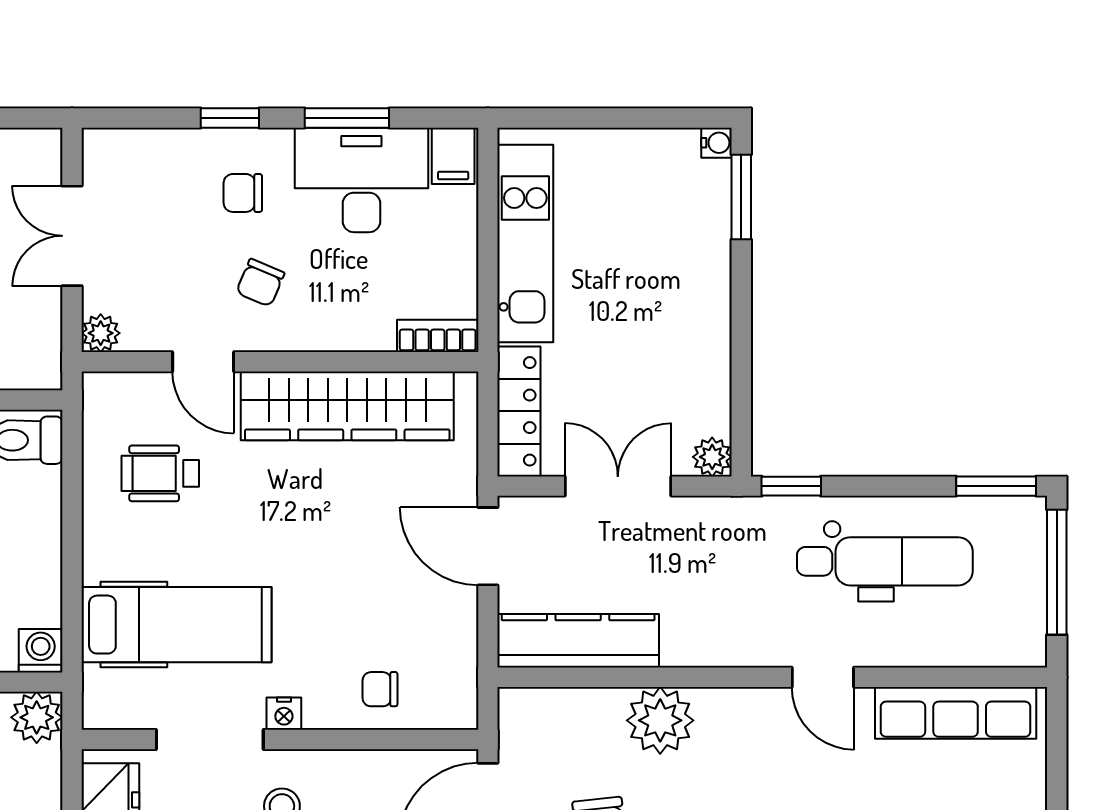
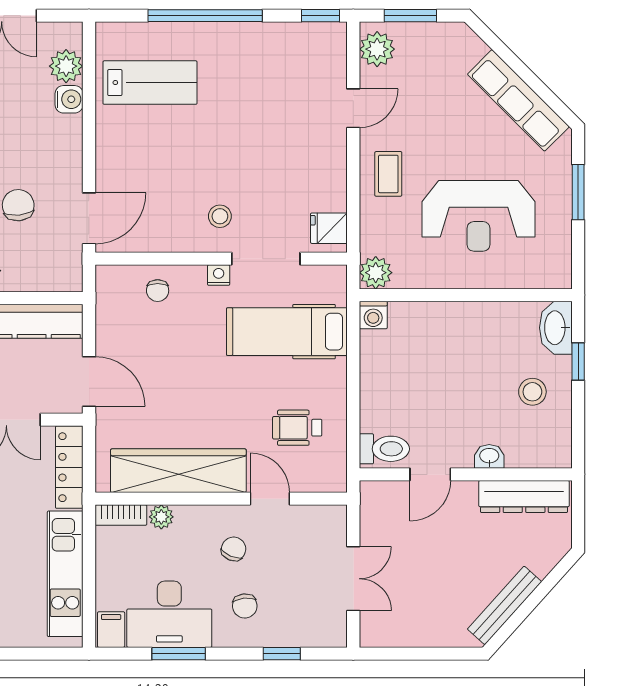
window: (230, 118) -> (282, 654), moved
chair: (243, 193) -> (245, 606), turned 84
plant: (101, 333) -> (161, 517), moved
wheelchair: (160, 473) -> (297, 428), turned 180
chair: (380, 689) -> (158, 291), turned 90

